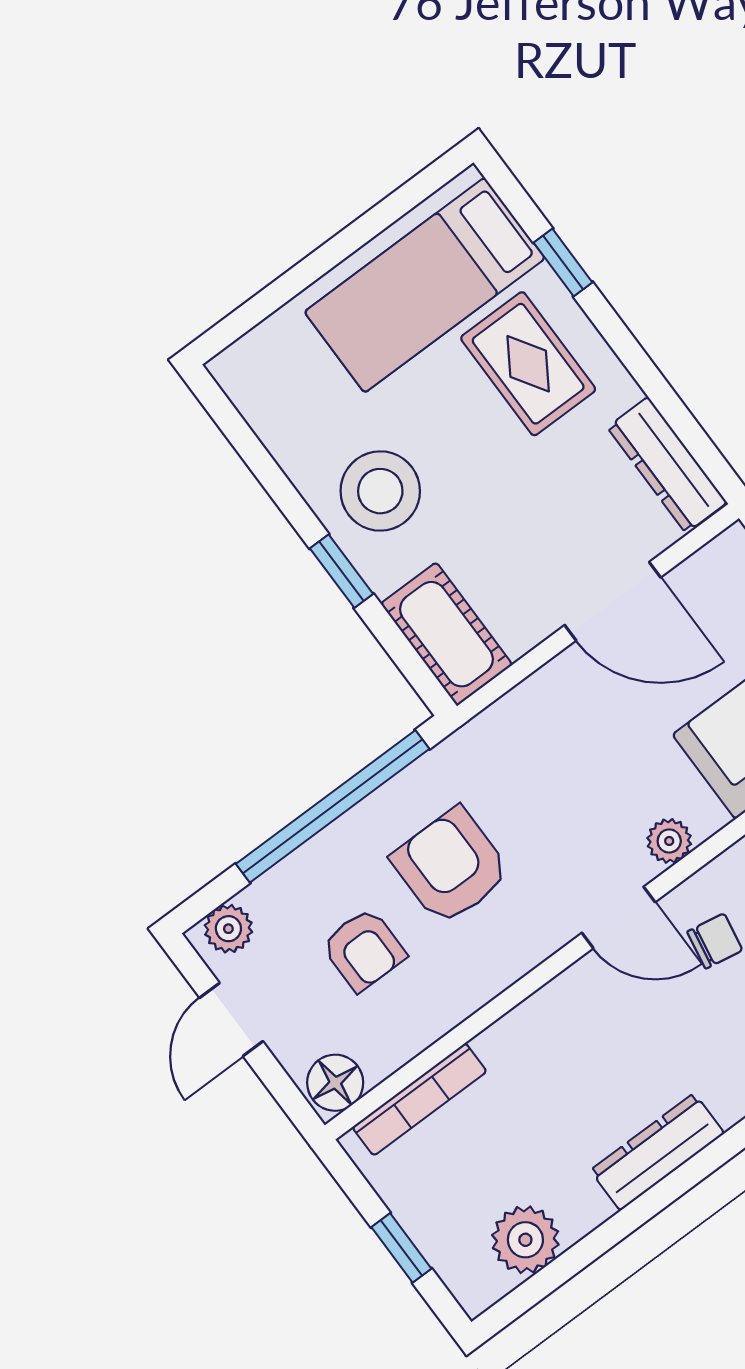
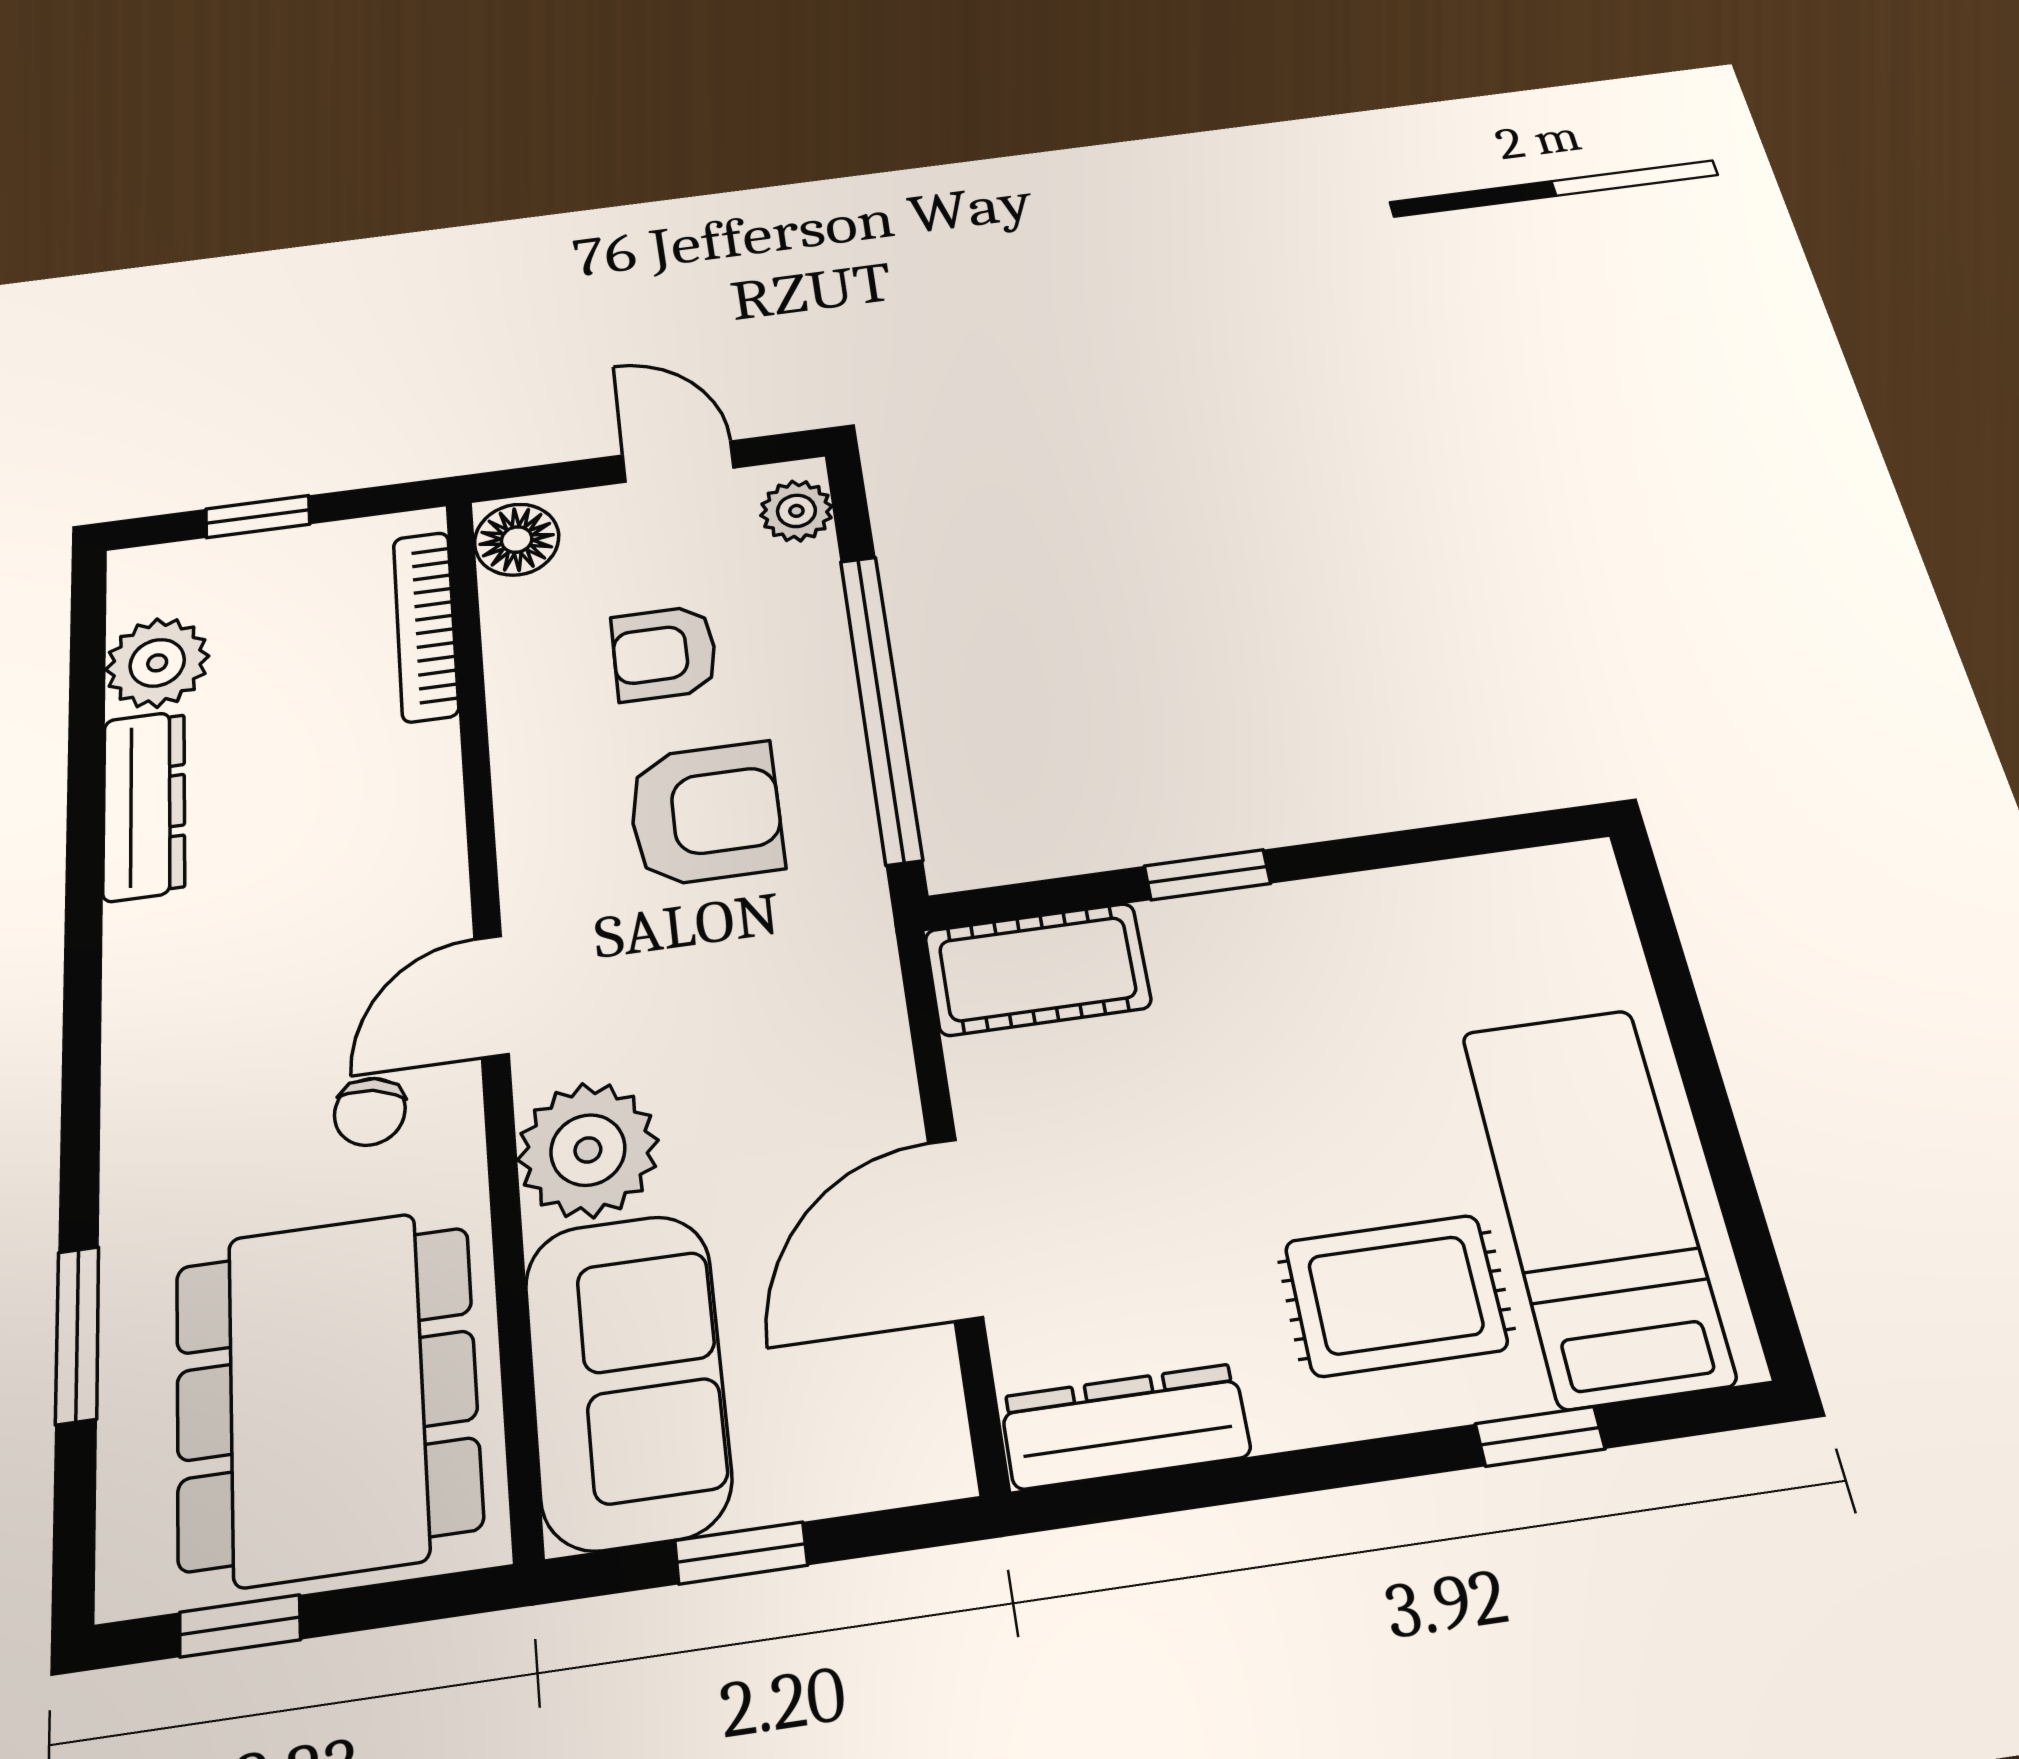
stool: (380, 491) -> (1300, 983), removed
plant: (669, 841) -> (588, 1150), width x1.88, depth x1.88
dresser: (657, 1152) -> (144, 805), moved

